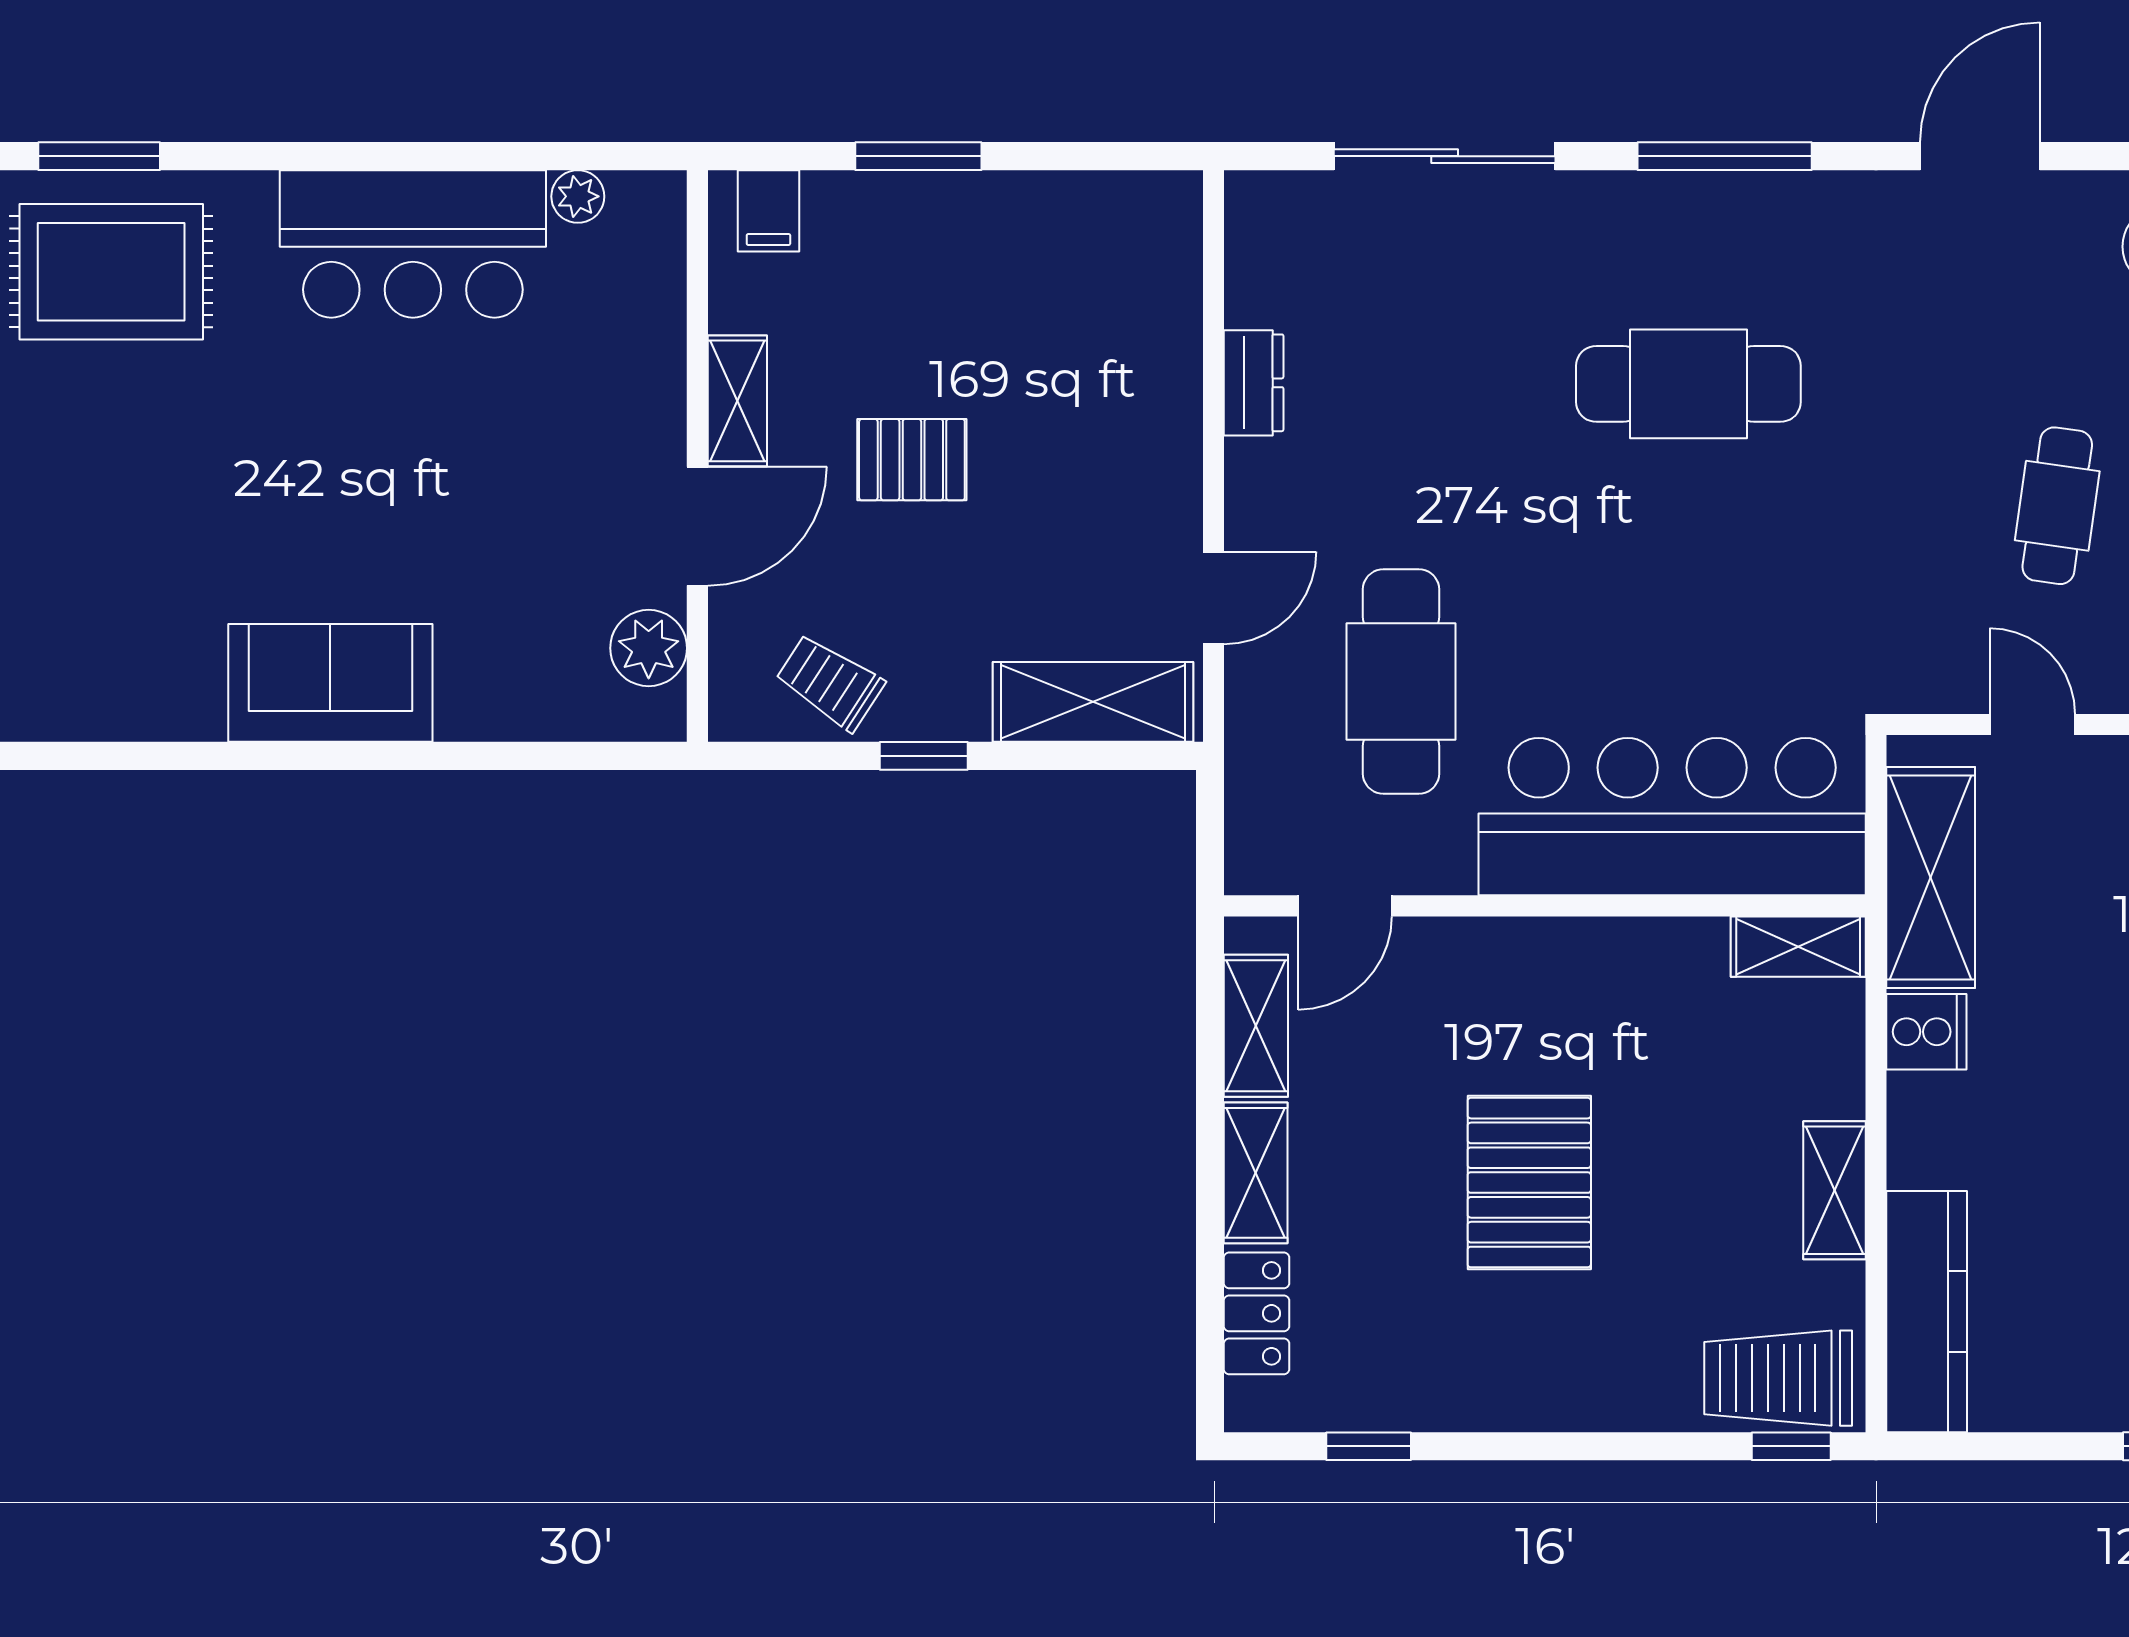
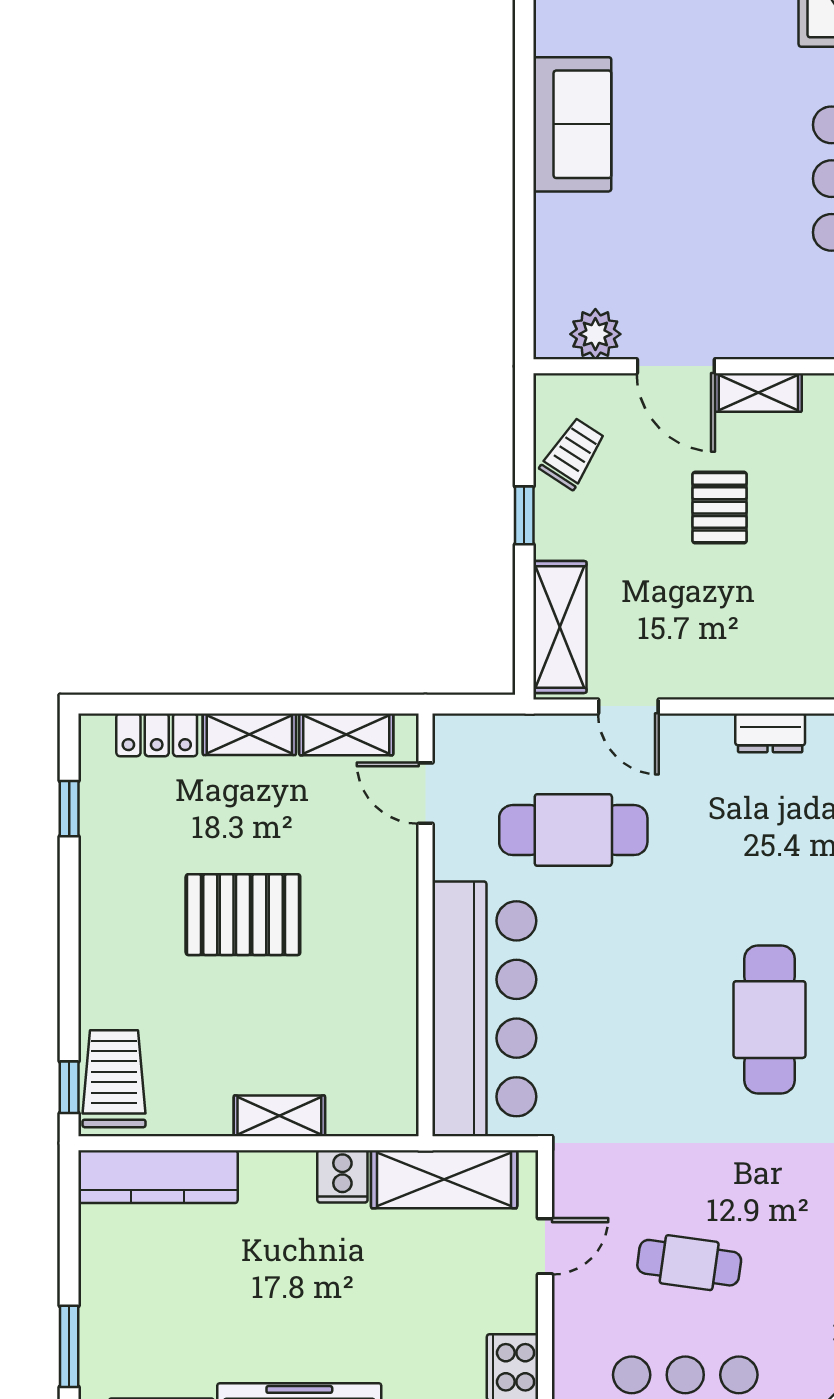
shelving: (1798, 947) -> (399, 1092), removed
shelving: (1834, 1190) -> (279, 1116), moved

